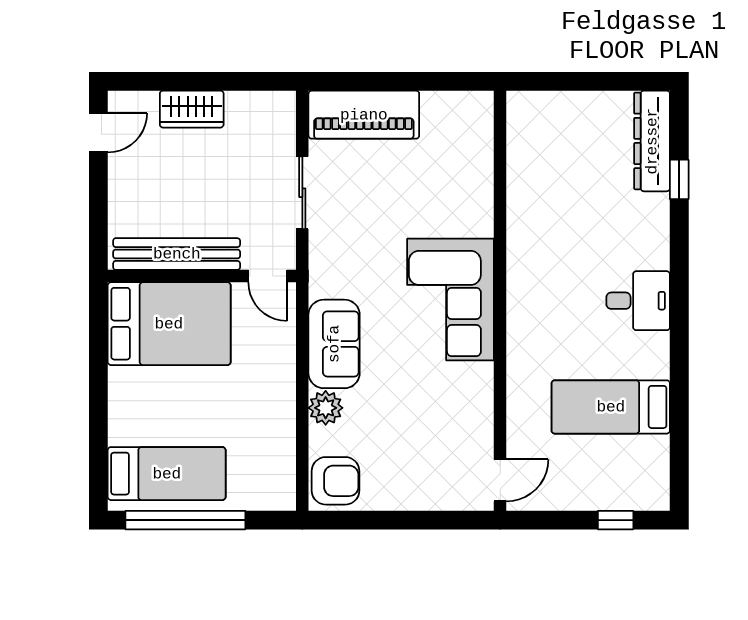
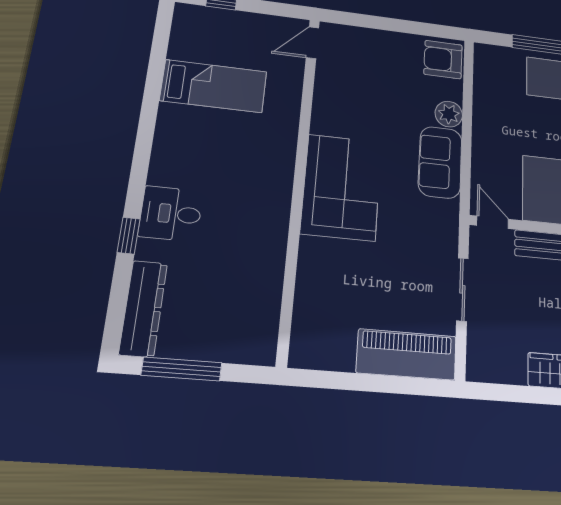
window: (604, 81) -> (182, 369), added
window: (679, 179) -> (129, 236), moved
desk: (638, 301) -> (171, 214), moved

